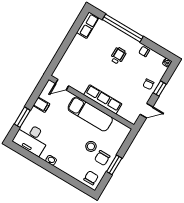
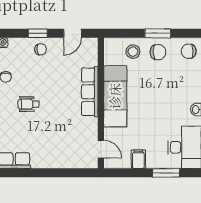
door: (147, 111) -> (72, 33), swing flipped
stool: (91, 146) -> (133, 52), moved

